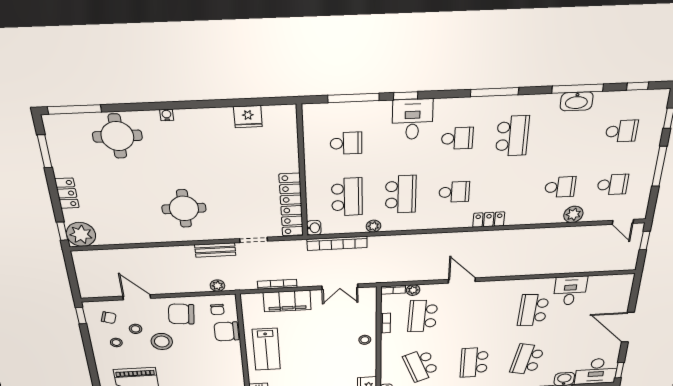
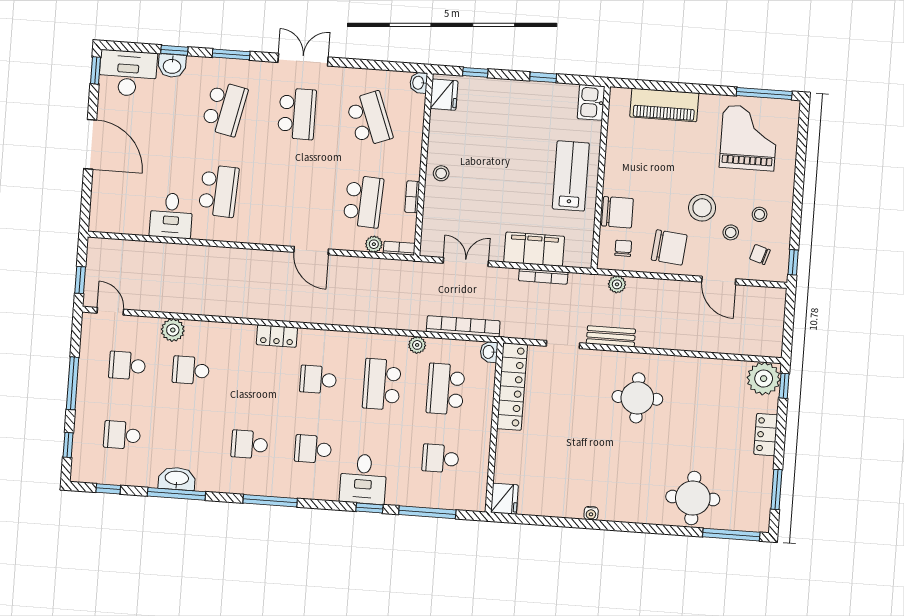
water cooler: (167, 115) -> (591, 513), moved
fridge: (248, 117) -> (504, 499), moved, turned 90
school desk: (512, 136) -> (249, 444), width x0.54

